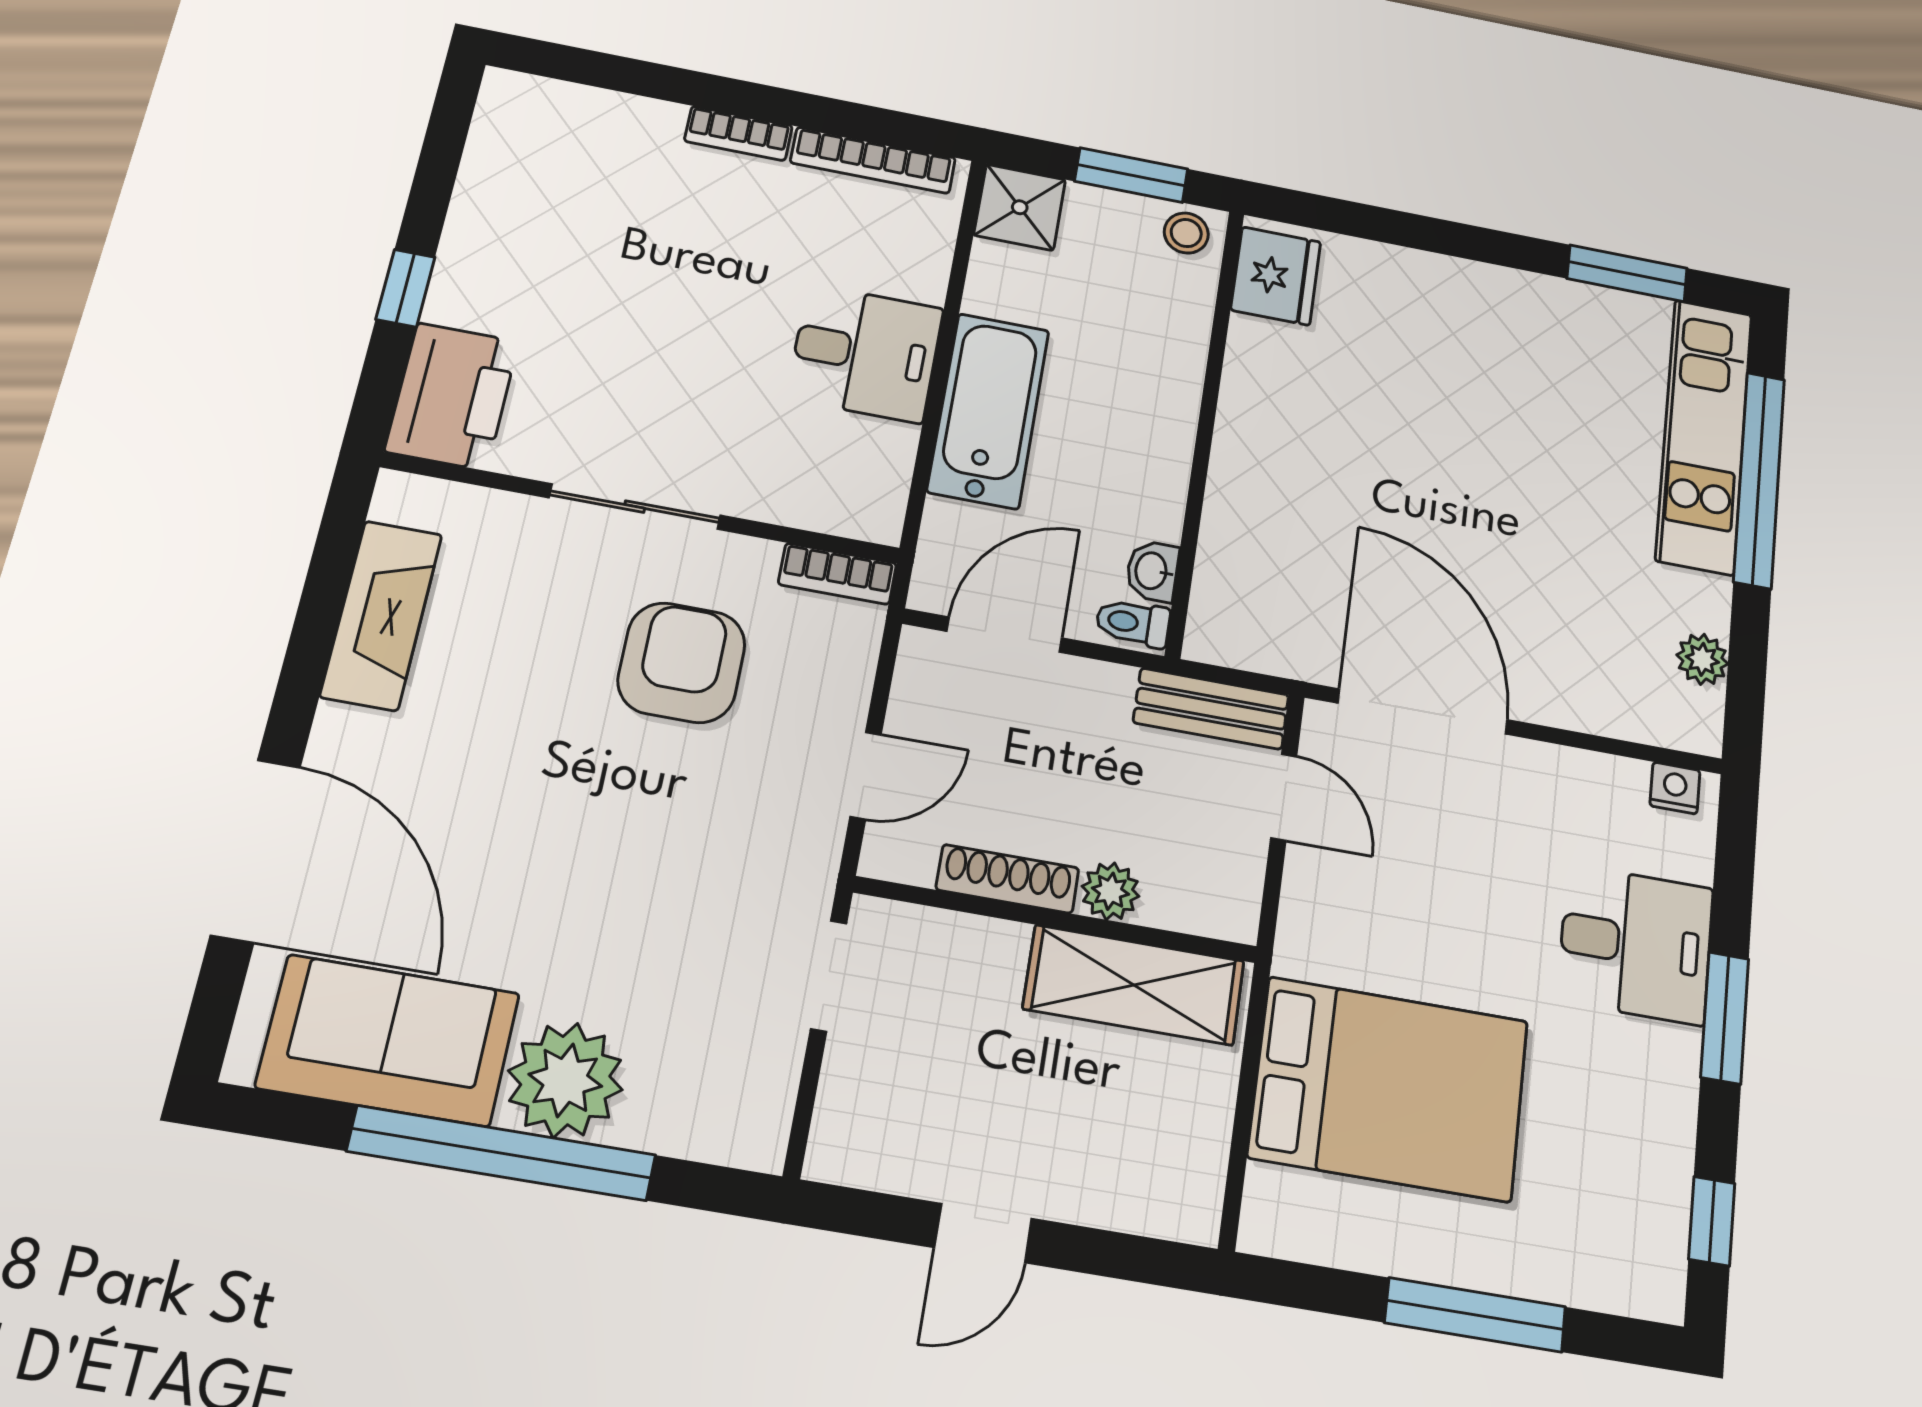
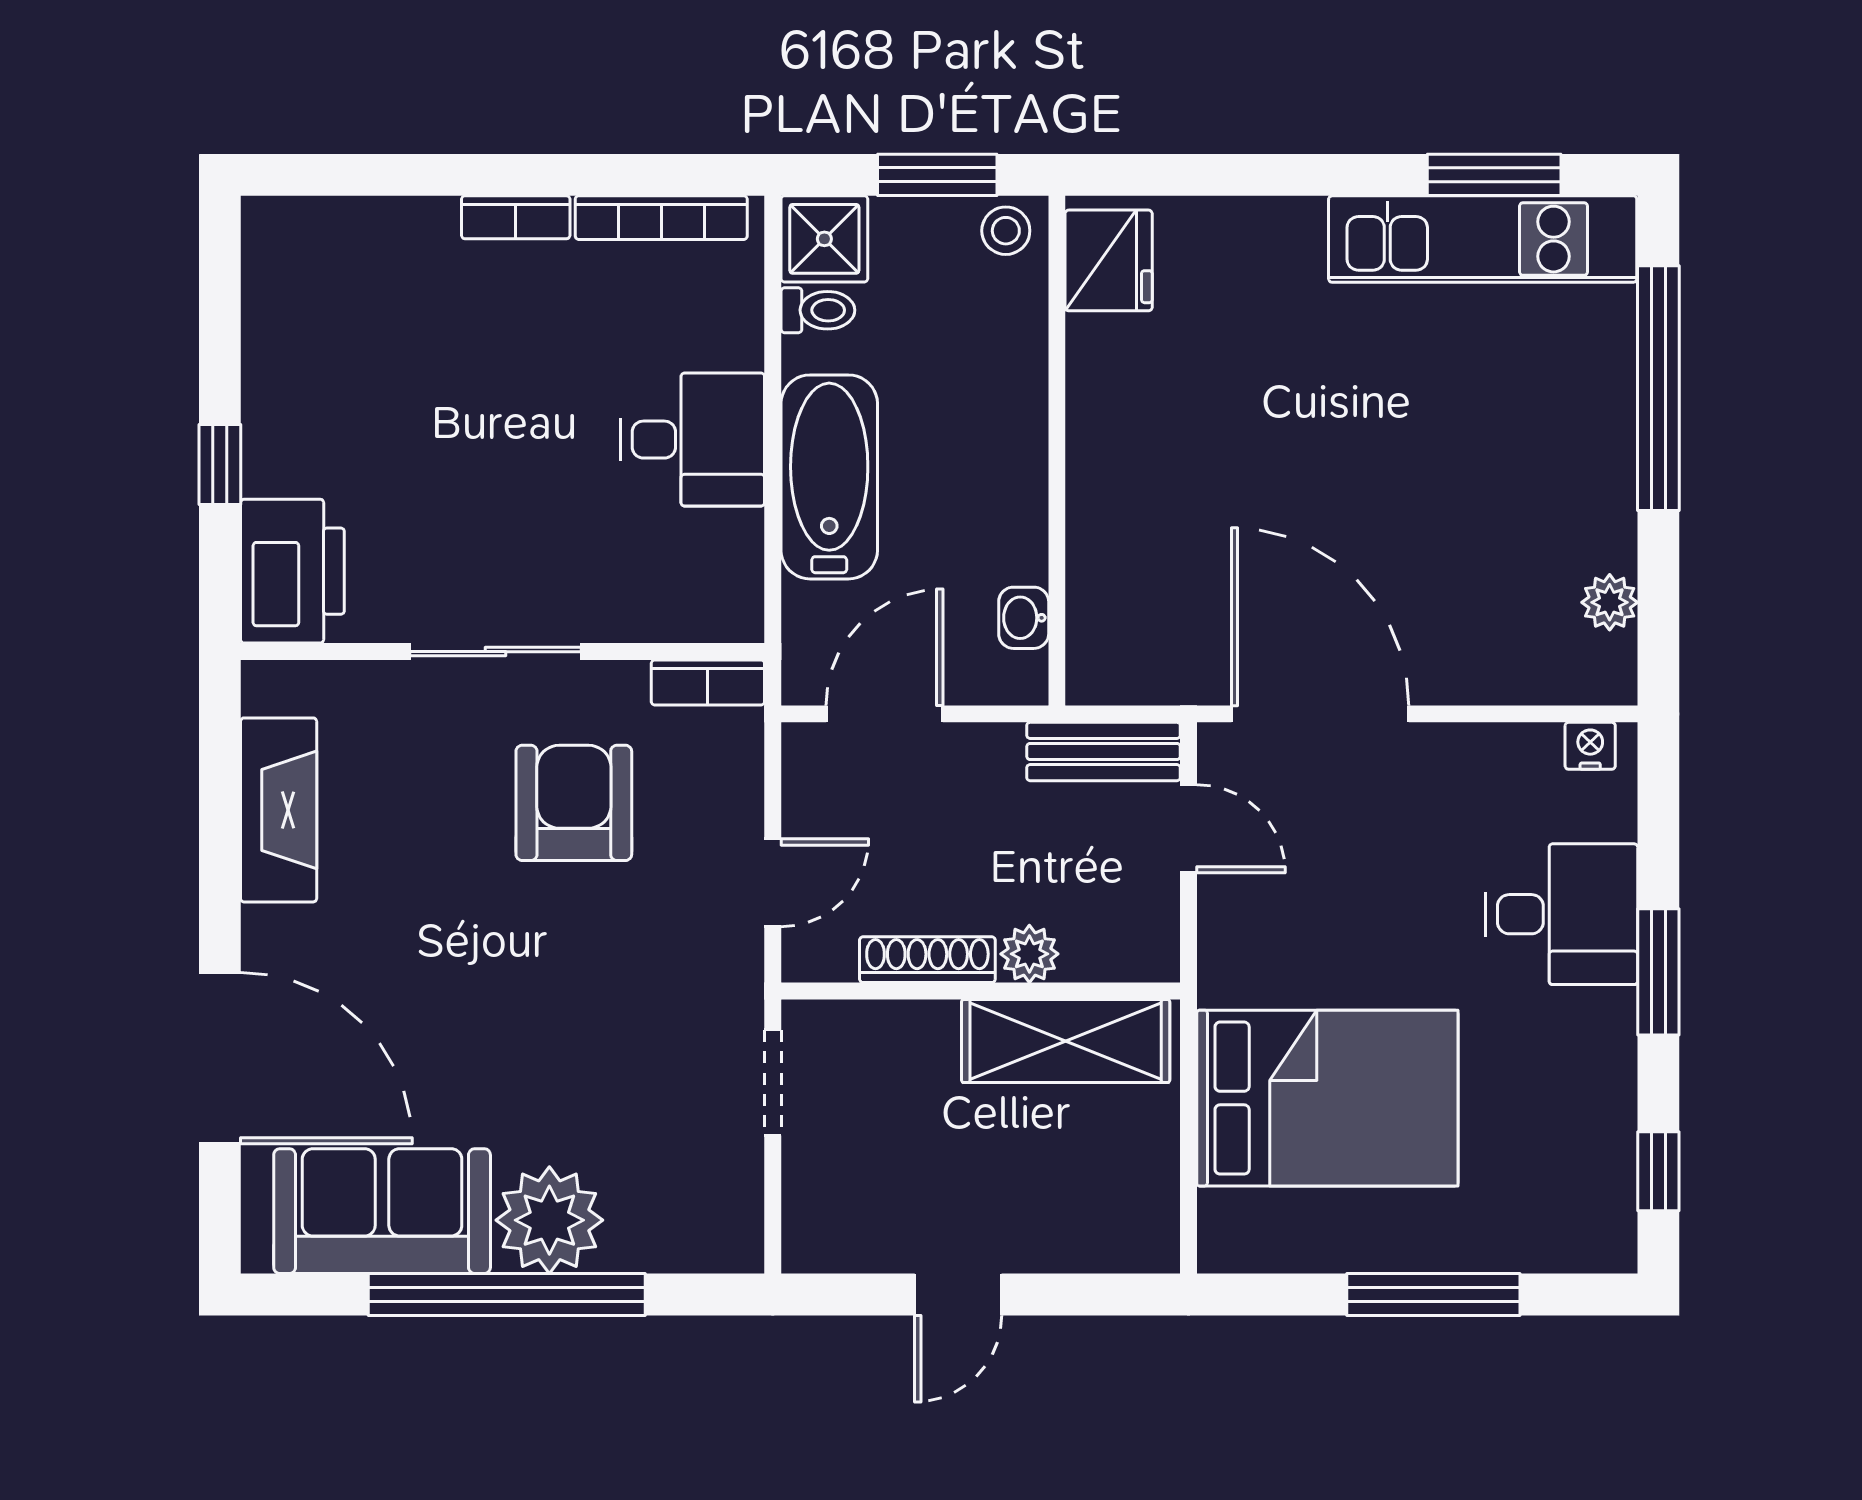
kitchen unit: (1704, 436) -> (1483, 239), moved, turned -90
toilet: (1133, 623) -> (818, 310), moved, turned 180

